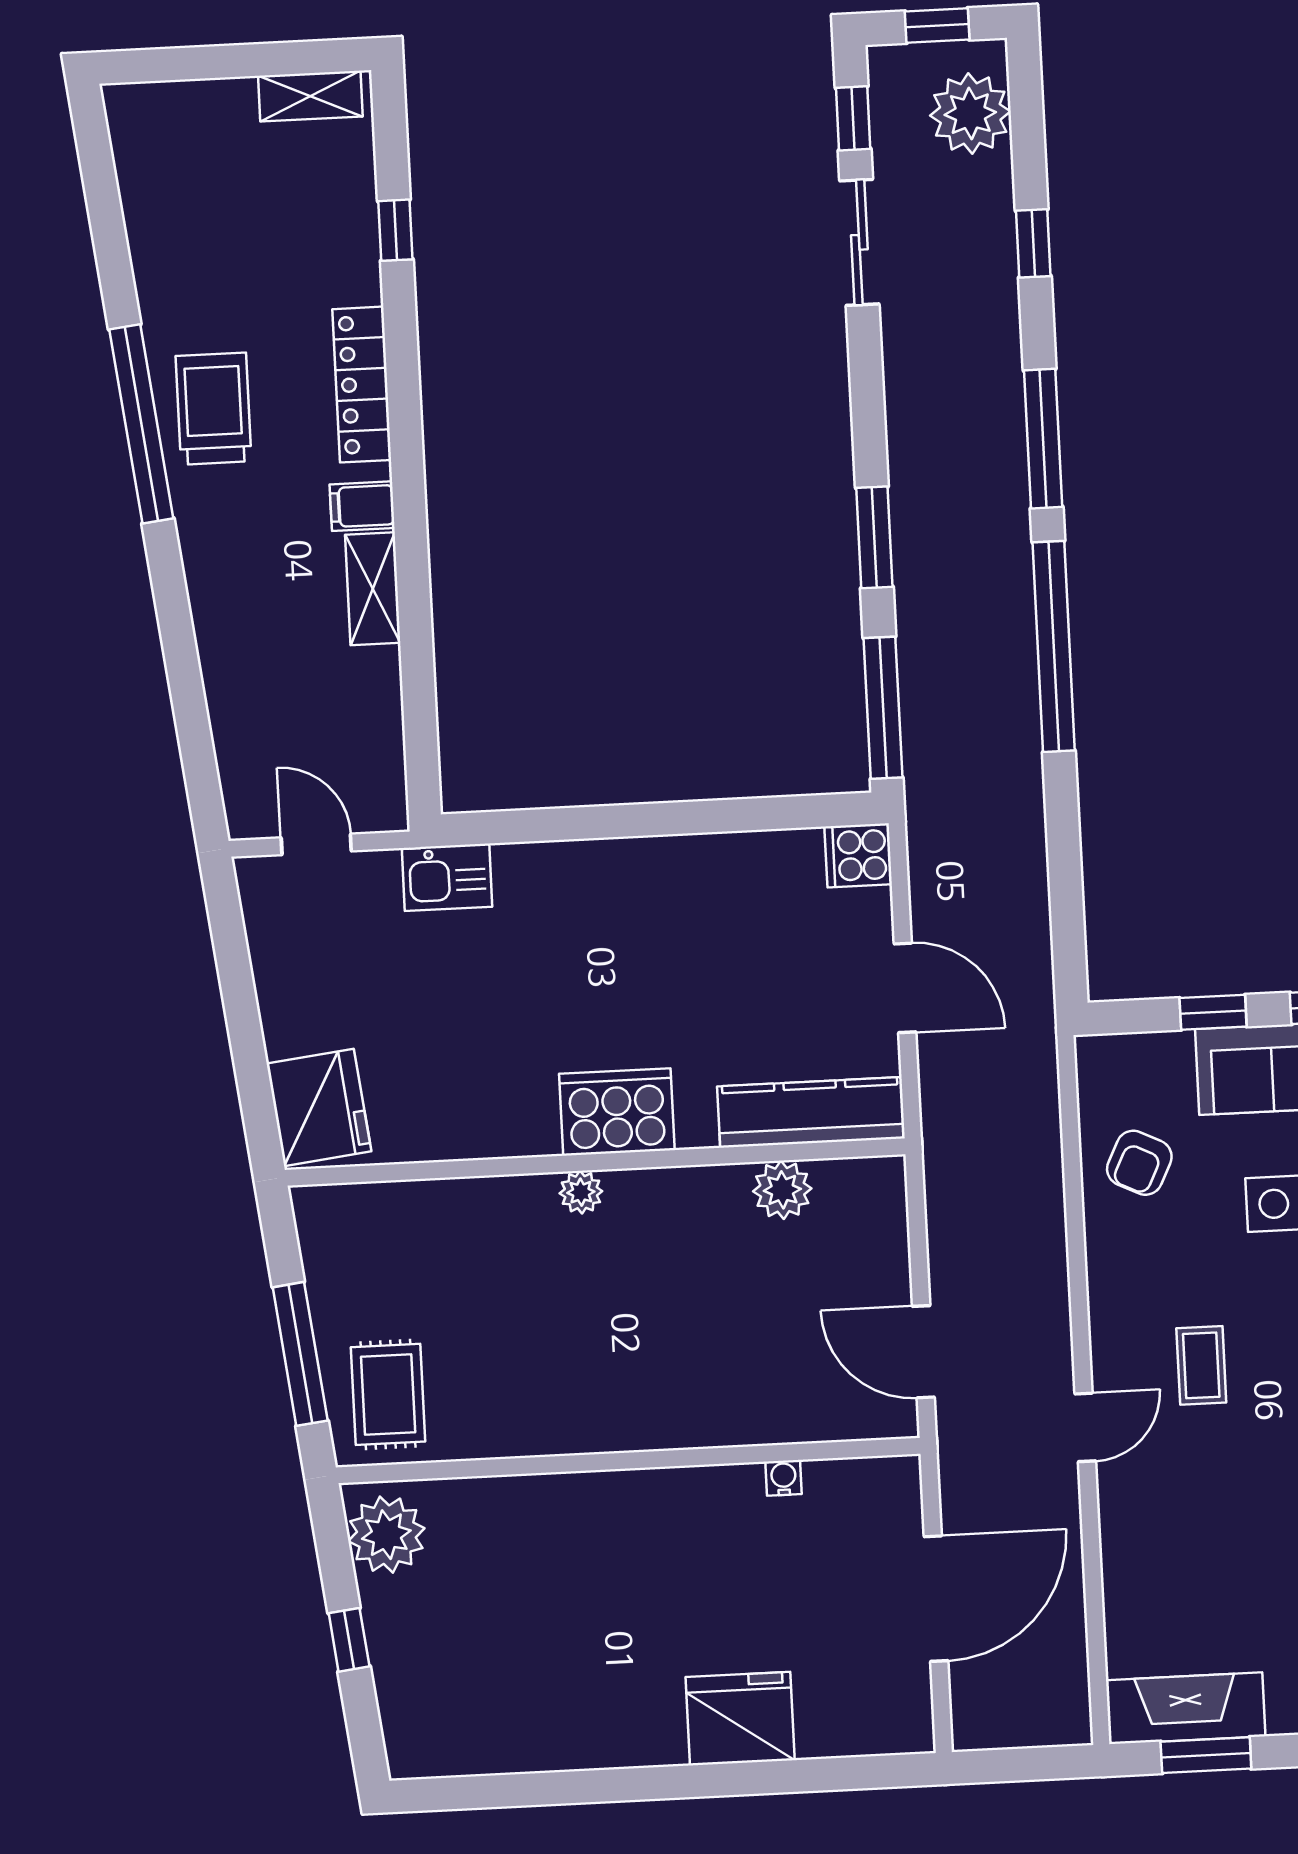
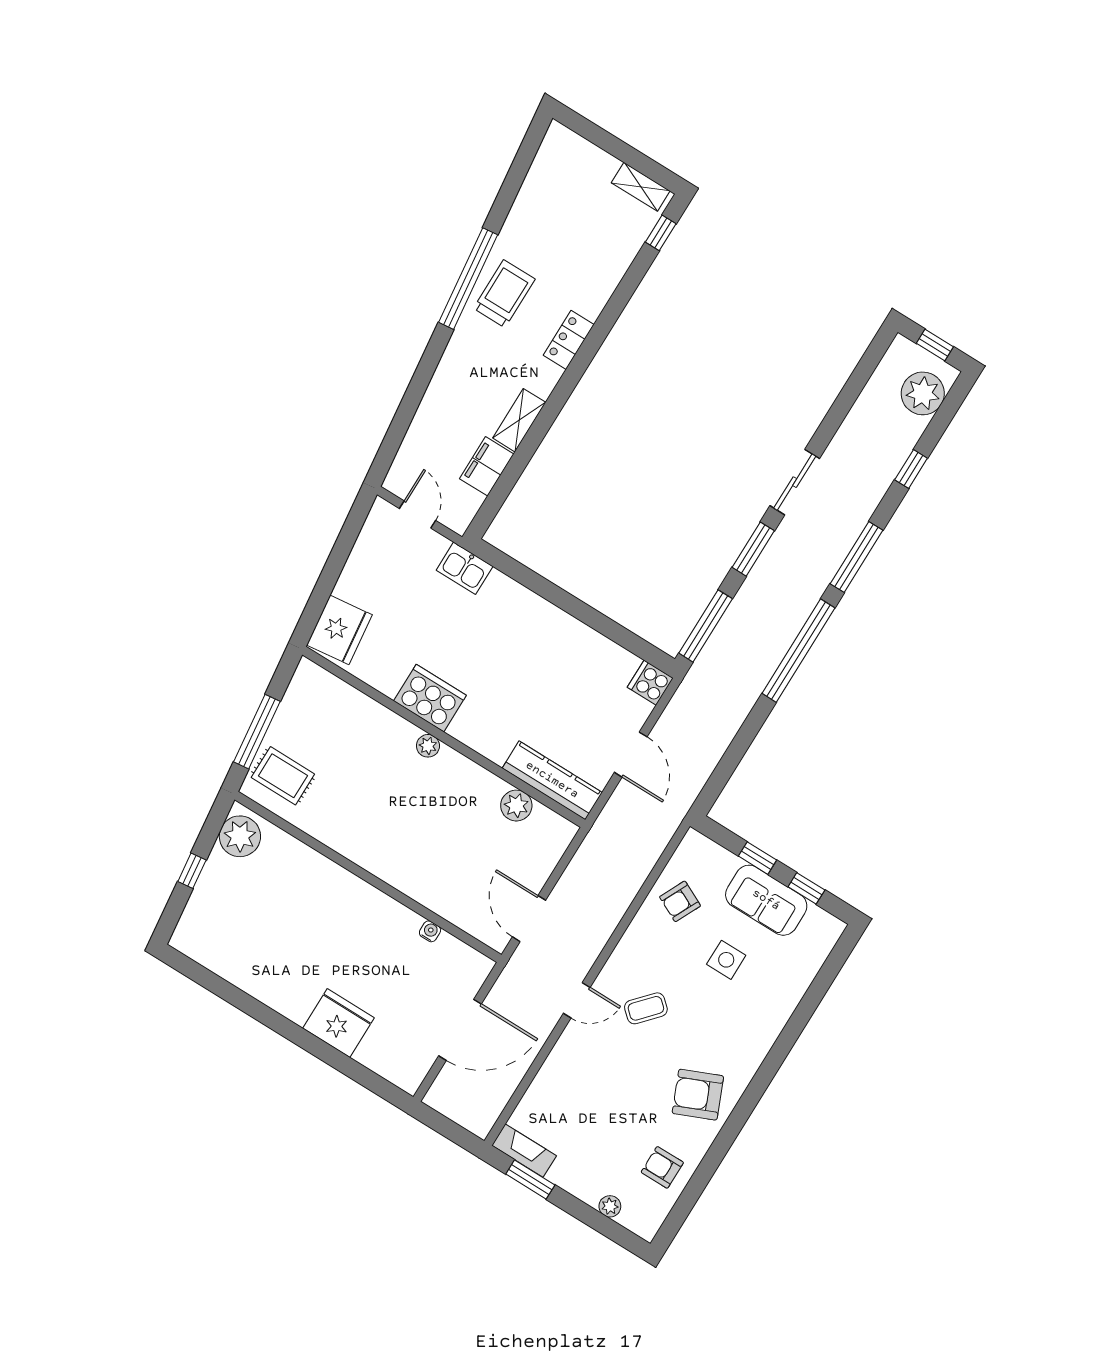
window: (853, 118) -> (870, 360), removed
window: (395, 230) -> (661, 233), moved
sliding door: (859, 242) -> (795, 482), moved
locker: (362, 385) -> (569, 340), width x0.66
filing cabinet: (362, 506) -> (487, 466), moved, width x2.00
cooker: (617, 1112) -> (430, 698), moved
coffee table: (1201, 1365) -> (646, 1008), turned 42
rug: (388, 1394) -> (283, 776), turned 90
fireplace: (1186, 1708) -> (524, 1151), width x0.73, depth x0.76

